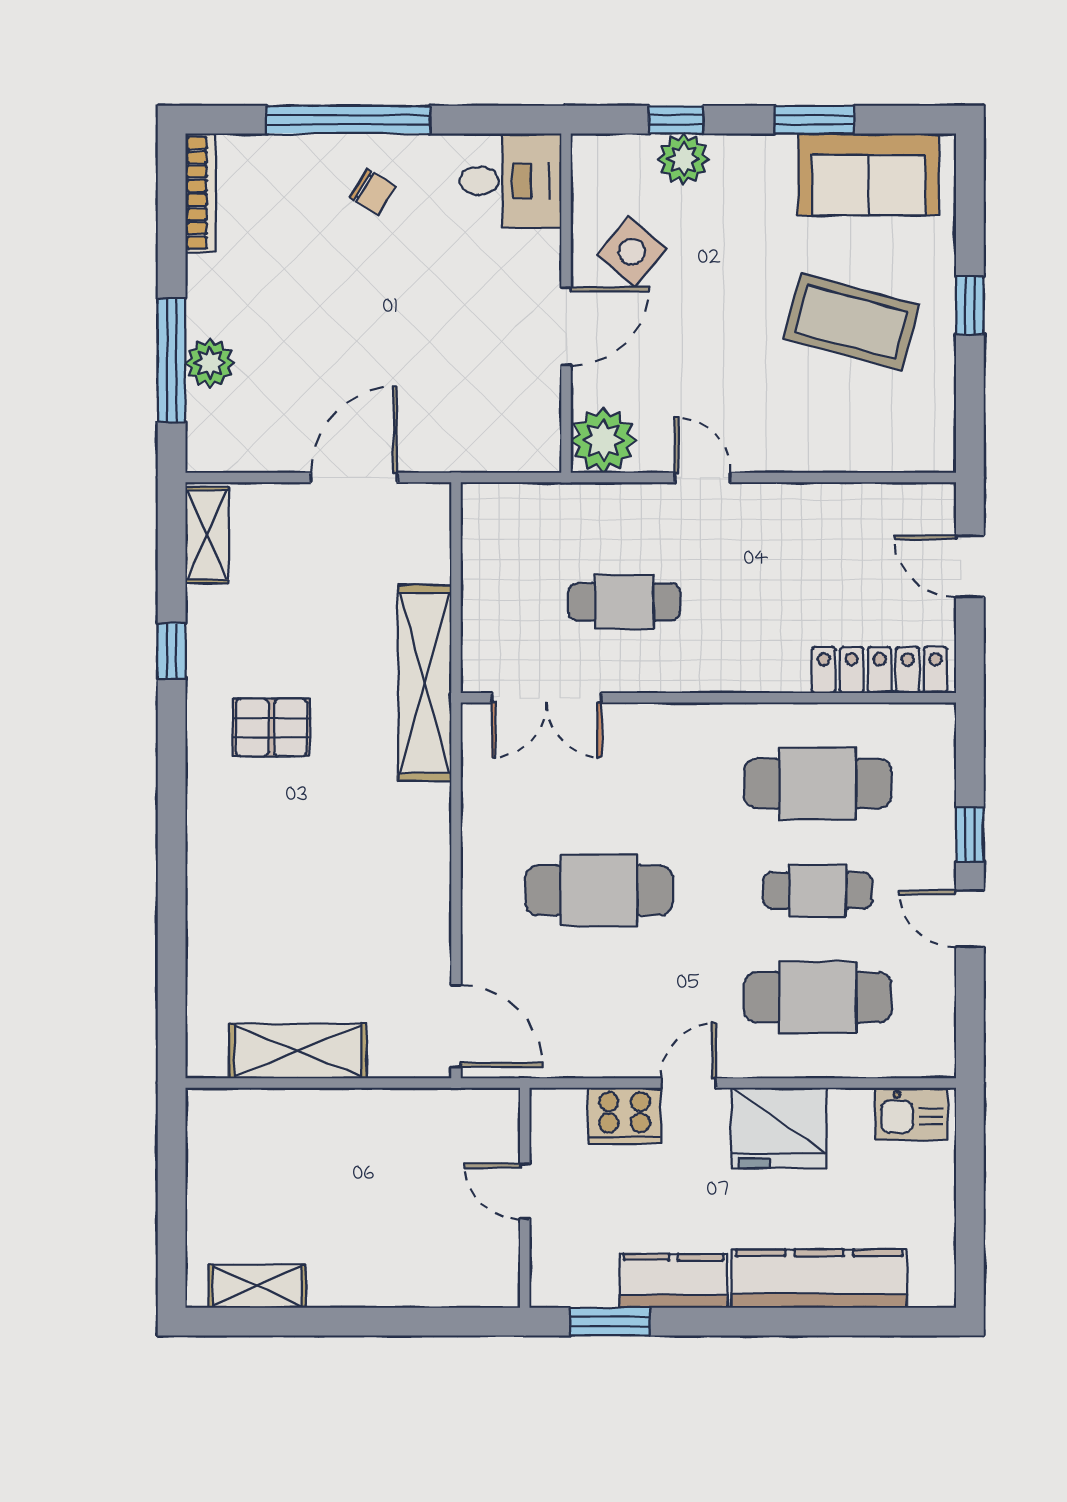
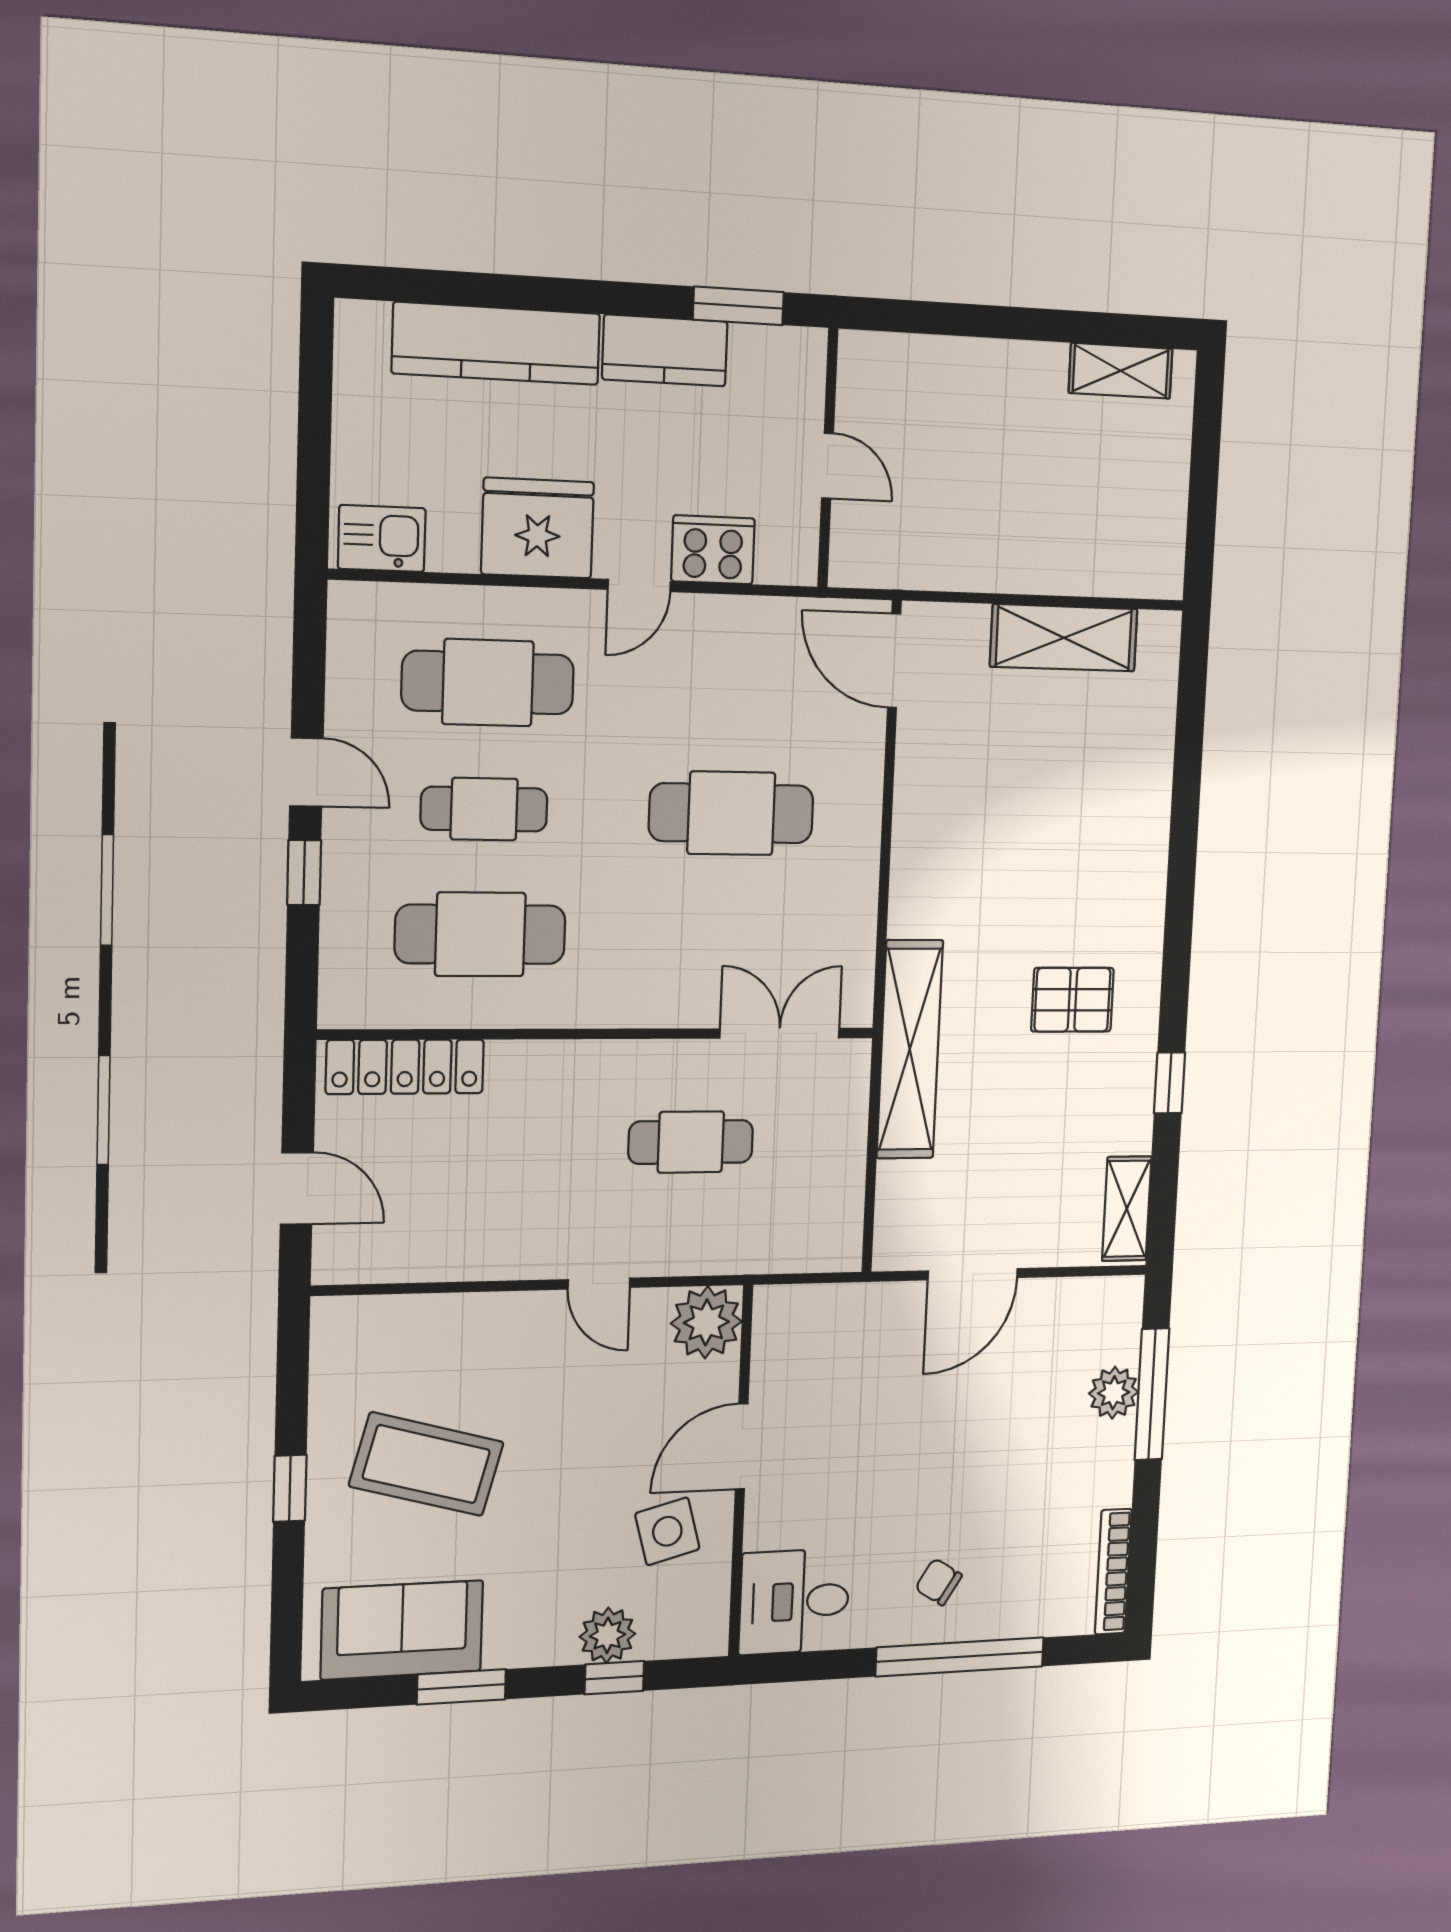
side table: (632, 252) -> (667, 1531), turned 35

